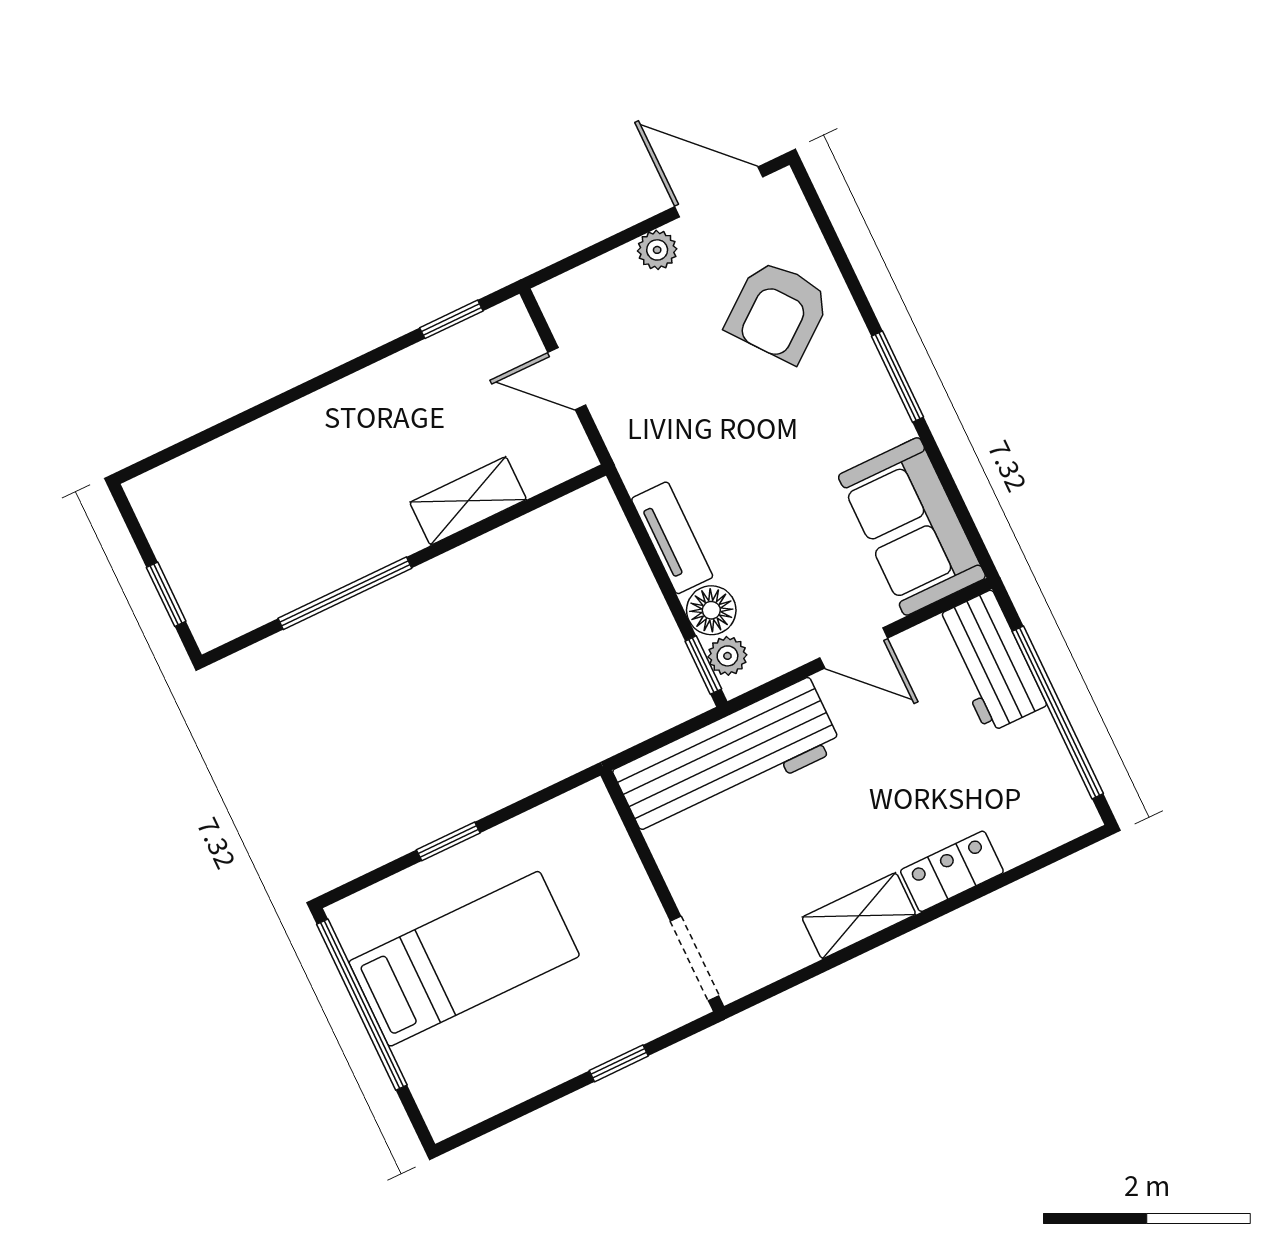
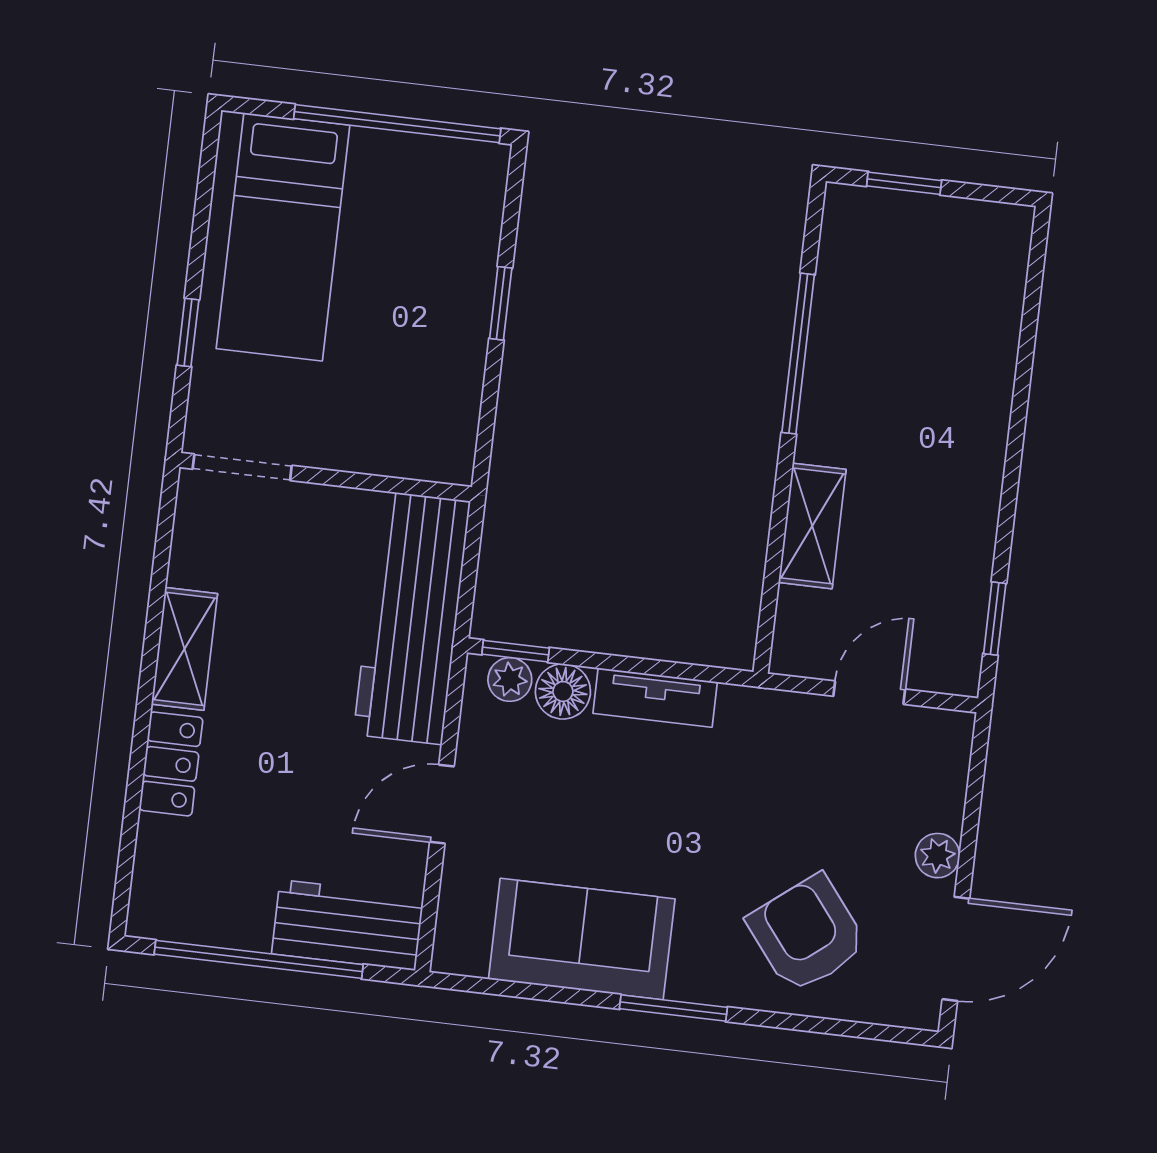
sofa: (912, 526) -> (582, 939), moved
bed: (464, 959) -> (283, 237), moved

